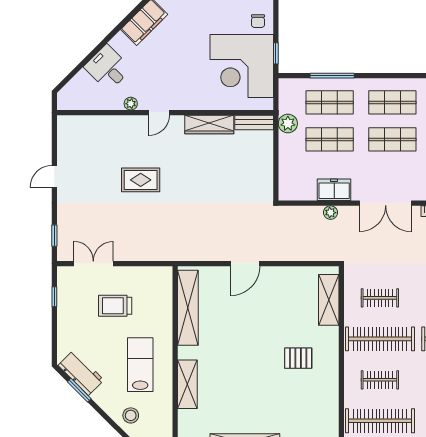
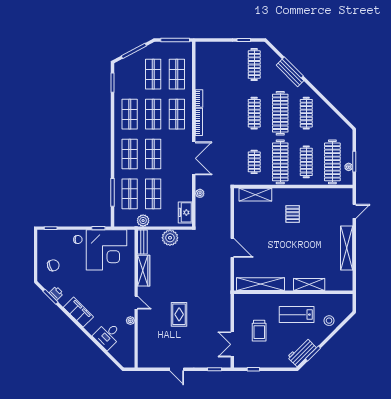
plant: (261, 166) -> (170, 238), added
freezer: (334, 190) -> (185, 212), moved
clothes rail: (380, 380) -> (306, 162), width x1.36

